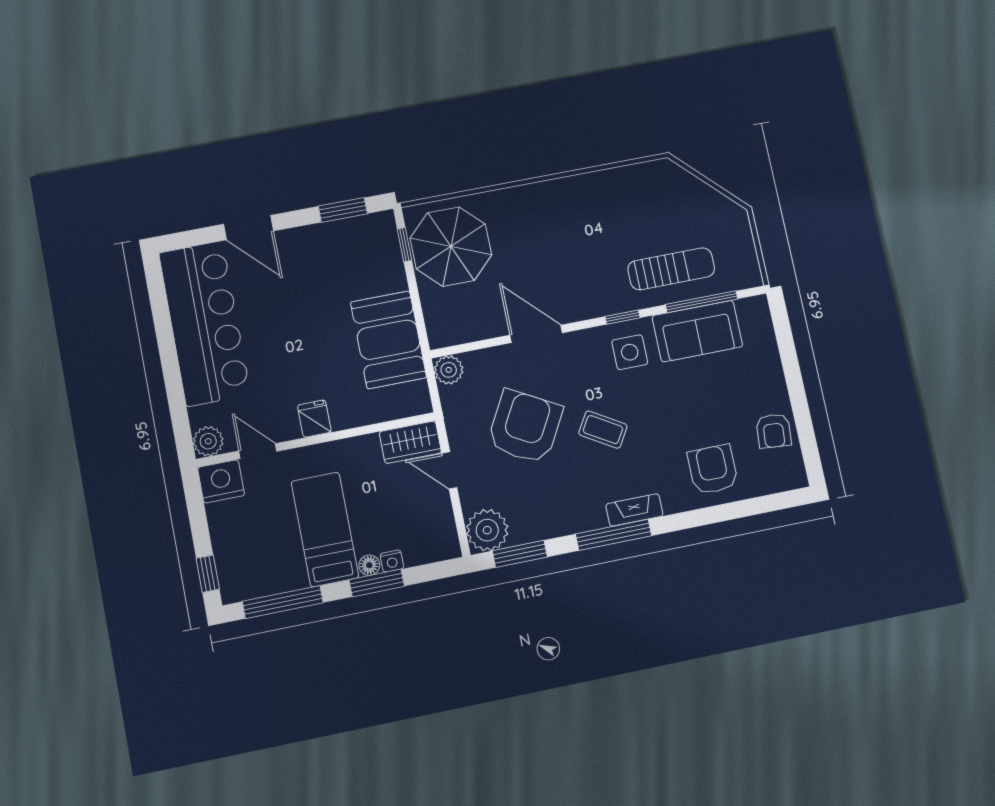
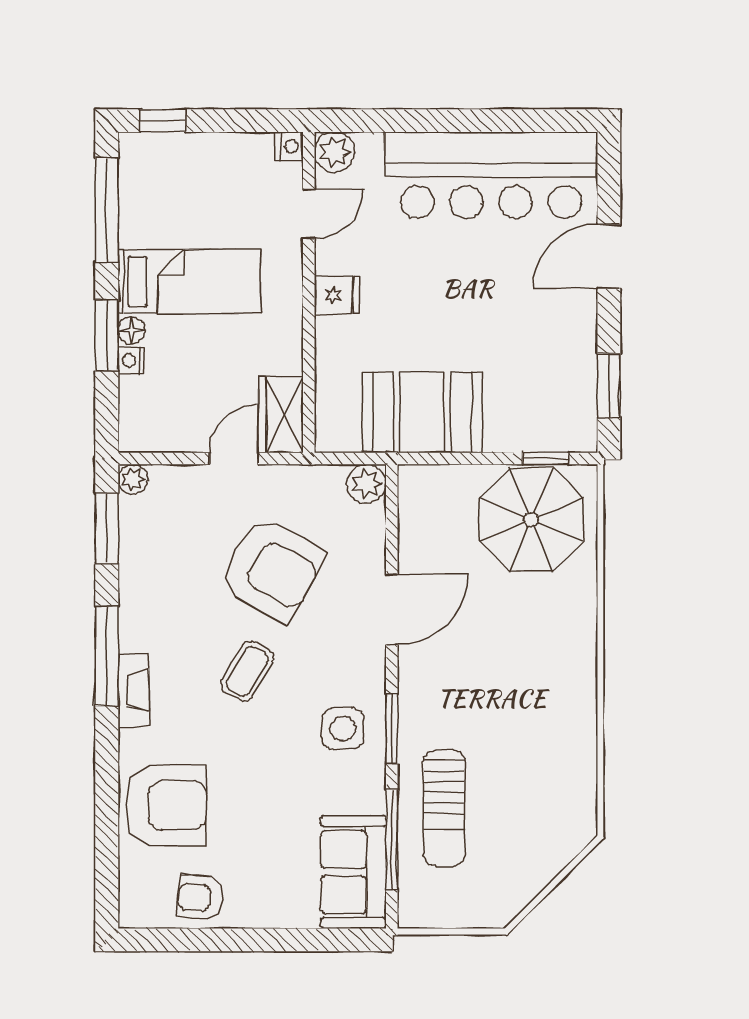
window: (623, 317) -> (392, 729), width x1.50
sofa: (697, 331) -> (353, 872), moved
armchair: (713, 469) -> (166, 805), width x1.36, depth x1.36
nightstand: (221, 481) -> (289, 146), width x0.53, depth x0.56
plant: (487, 530) -> (133, 479), width x0.53, depth x0.53

